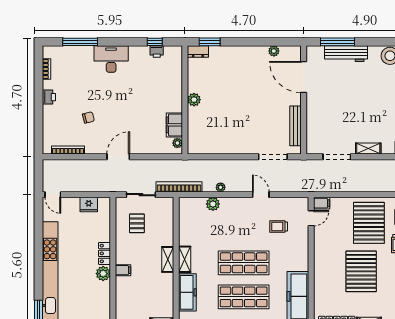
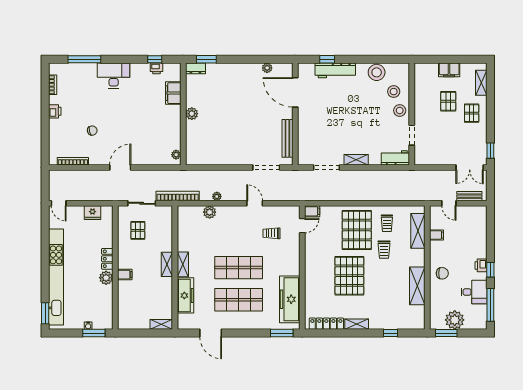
window: (337, 42) -> (327, 59), width x0.46
filing cabinet: (174, 125) -> (173, 93), moved

